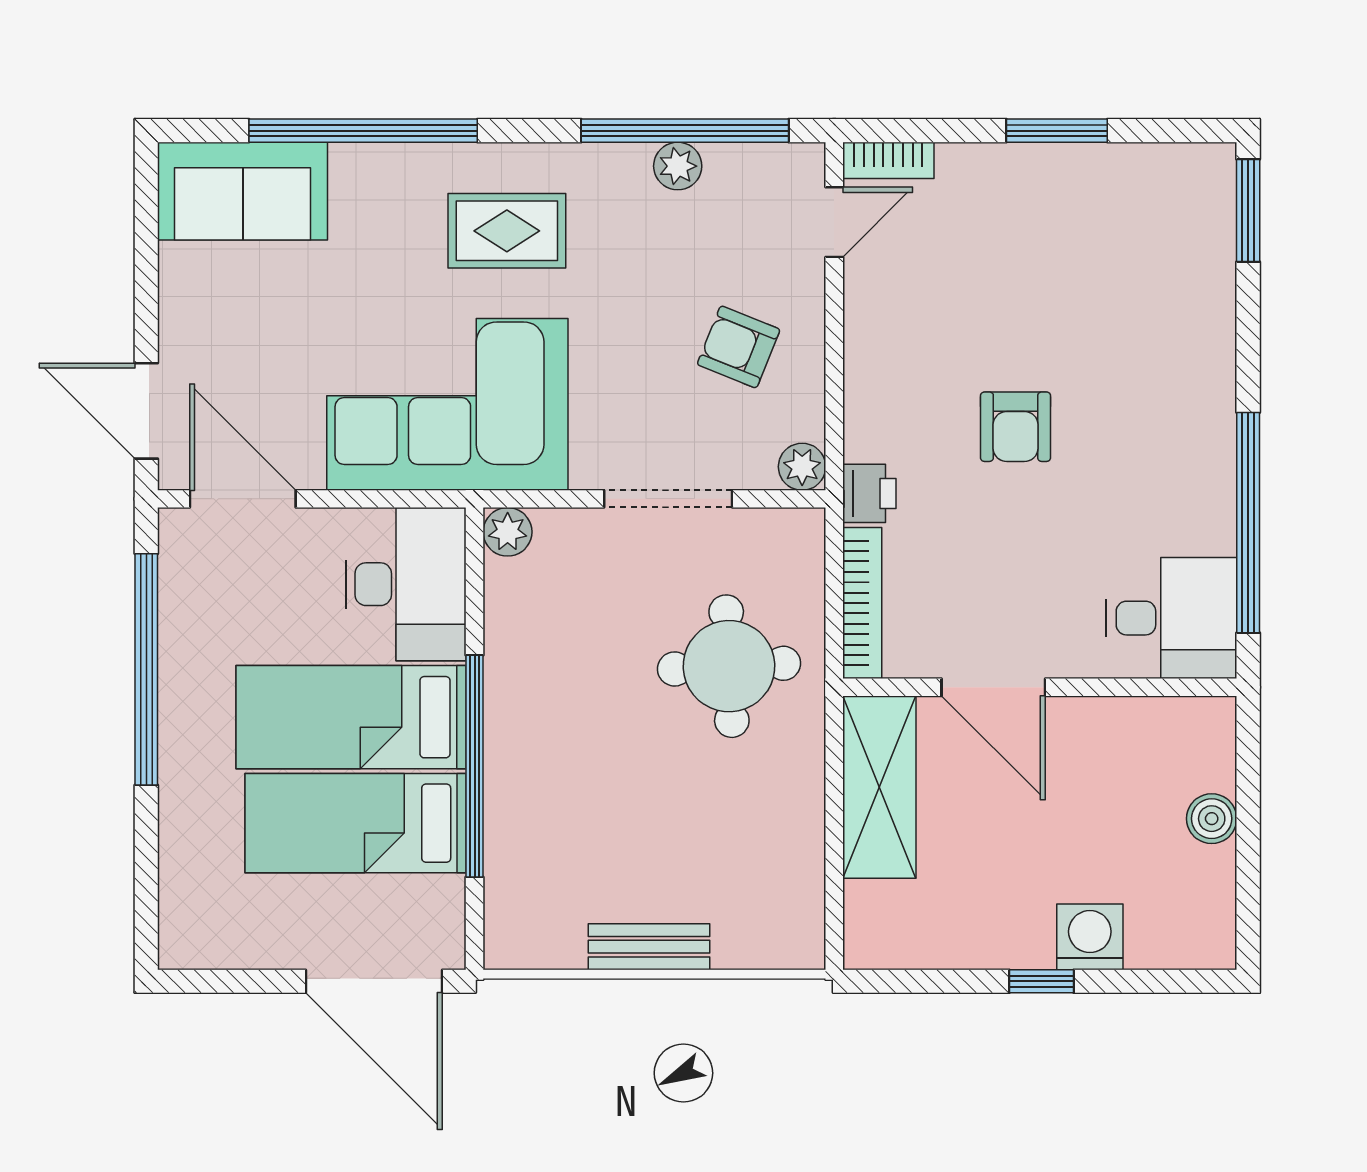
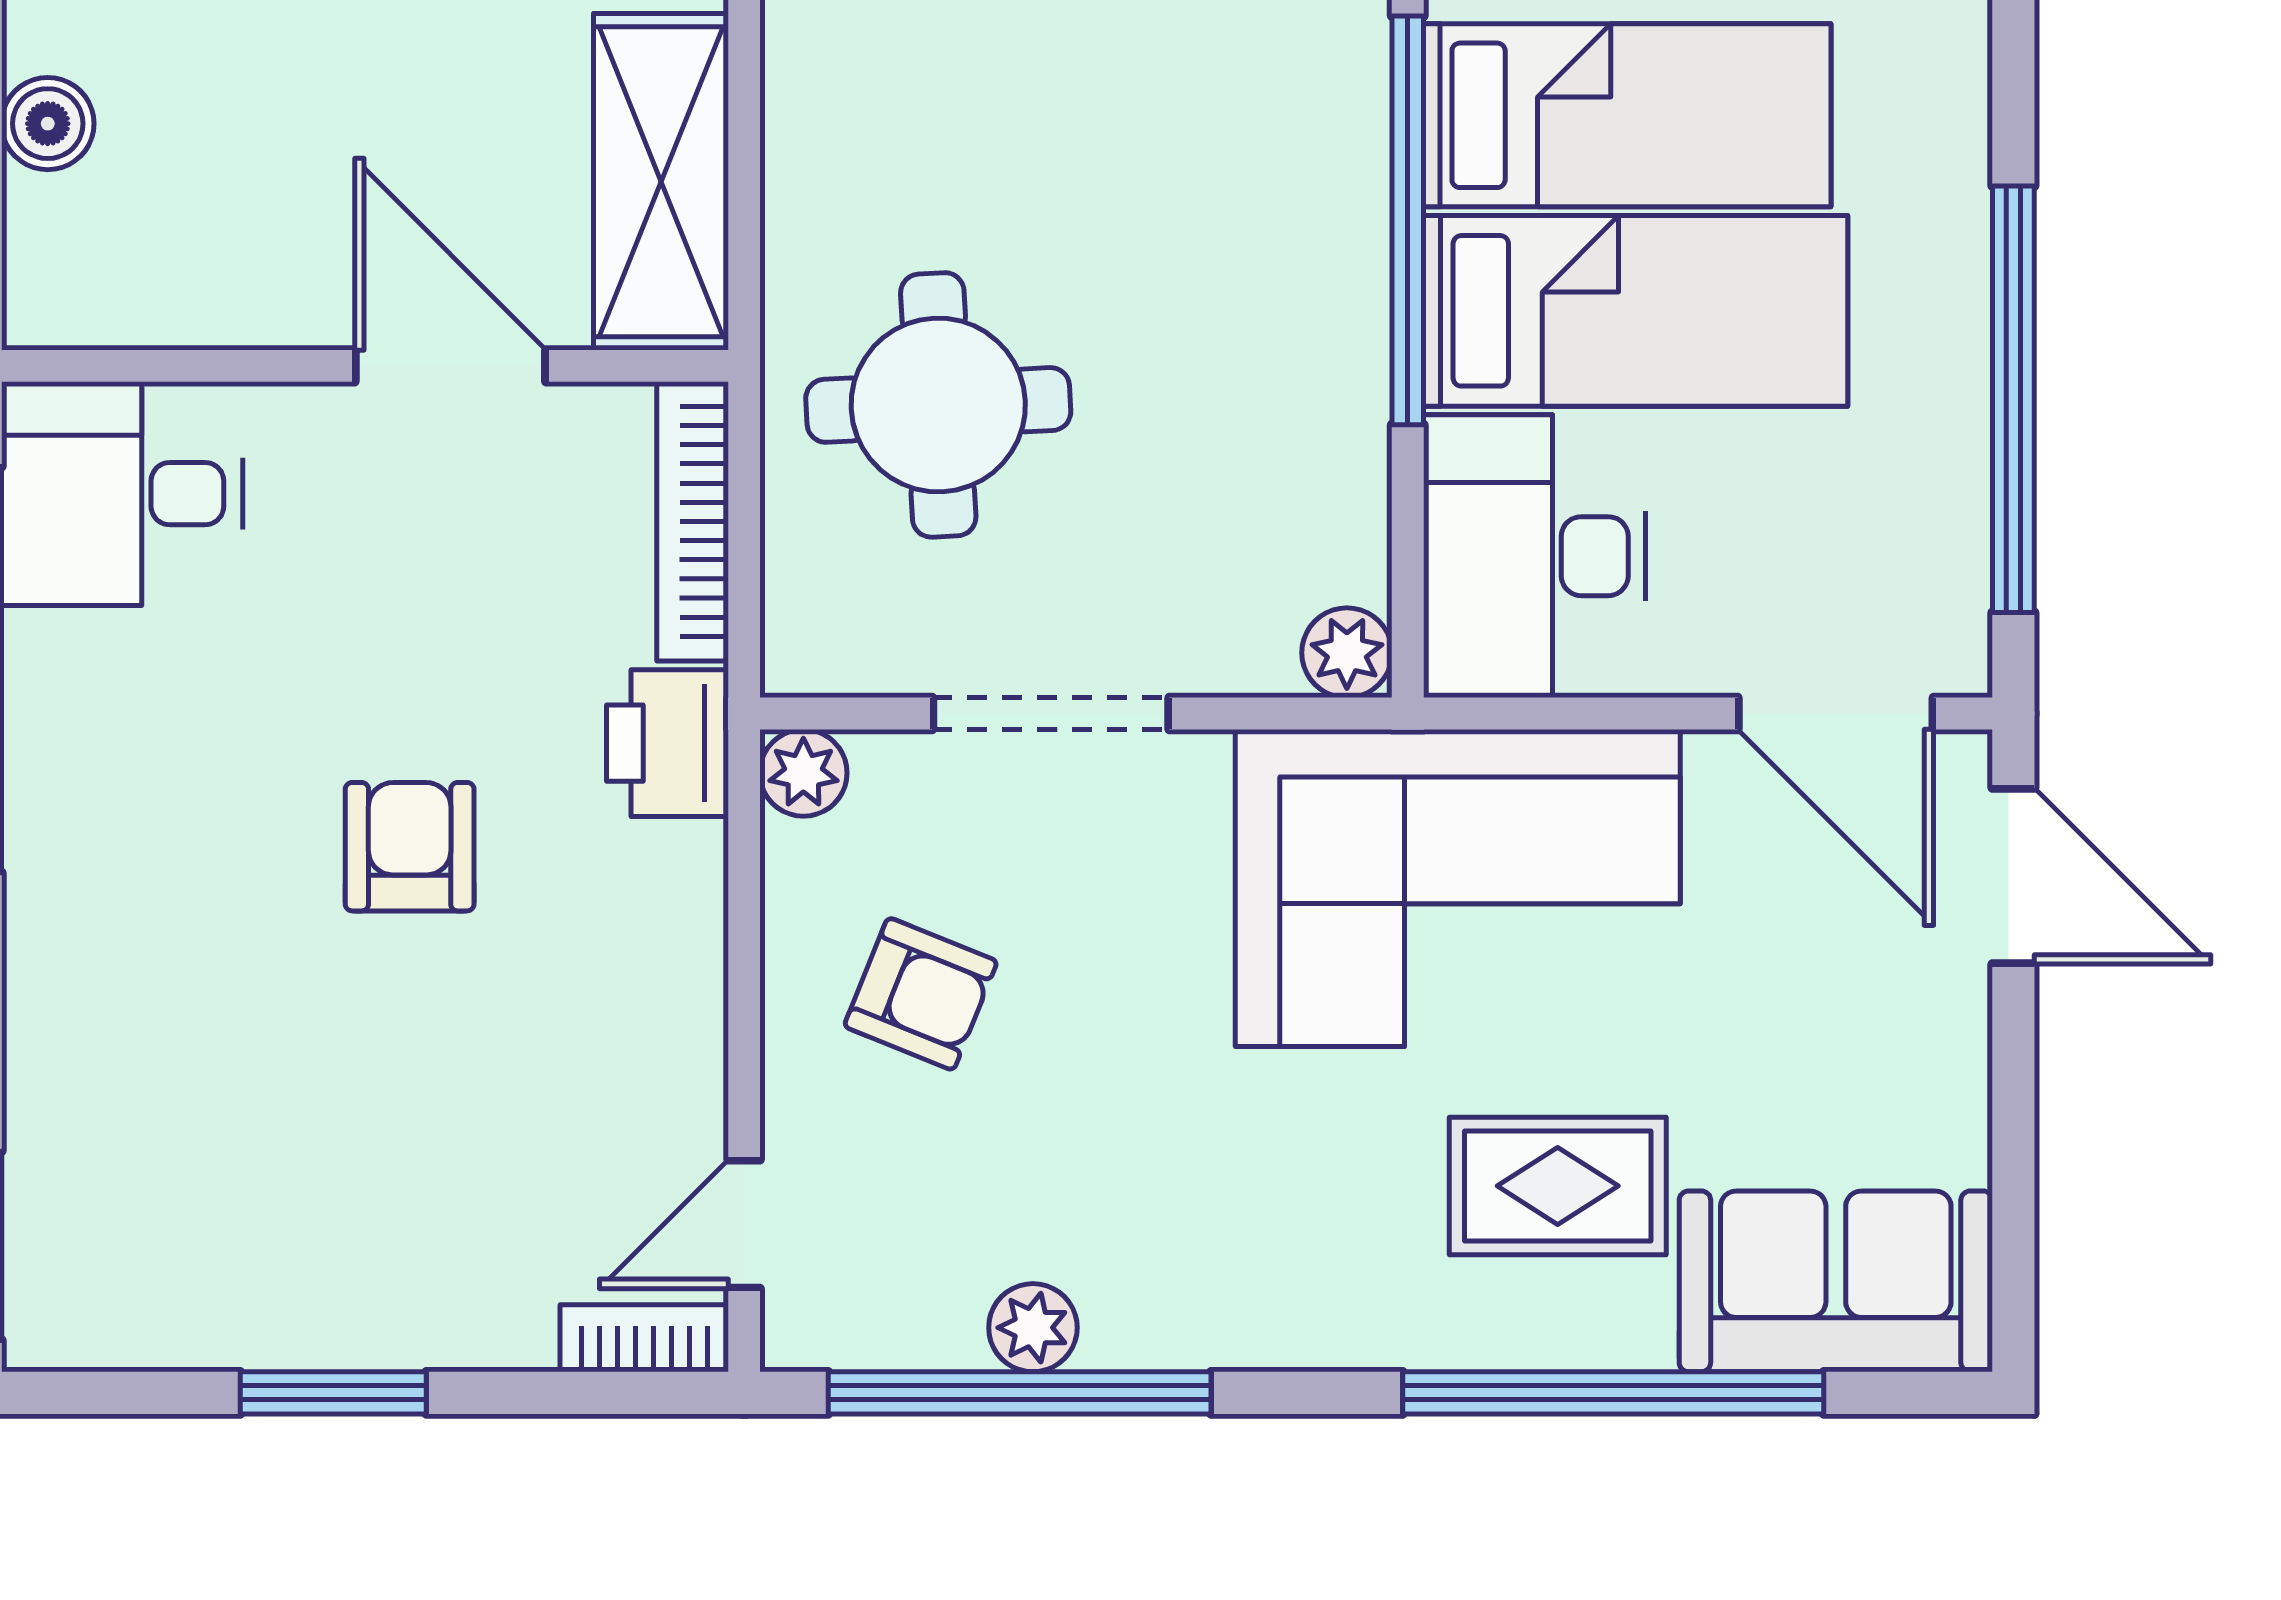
rug: (507, 231) -> (1558, 1186), moved
printer: (869, 493) -> (668, 743), width x1.36, depth x1.24

